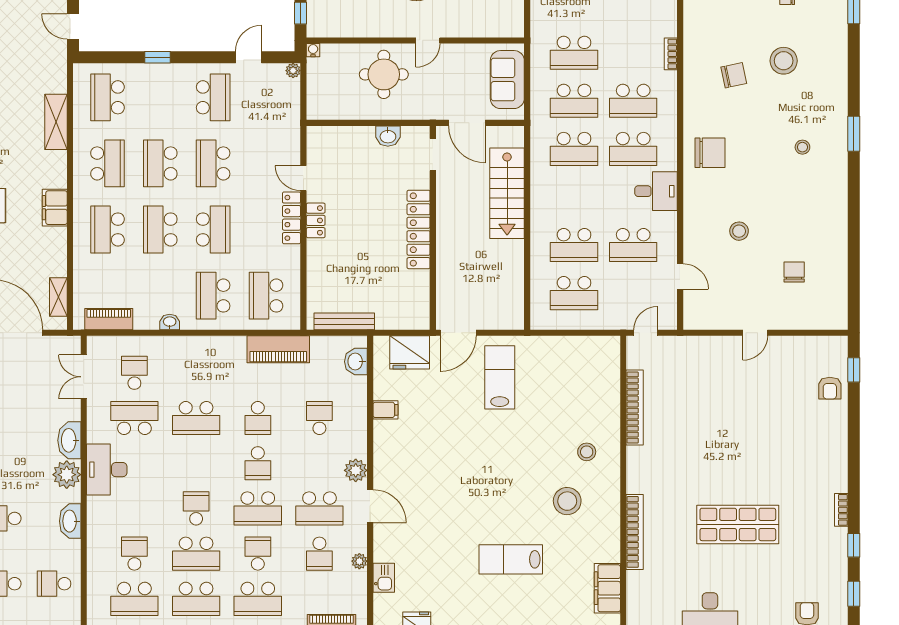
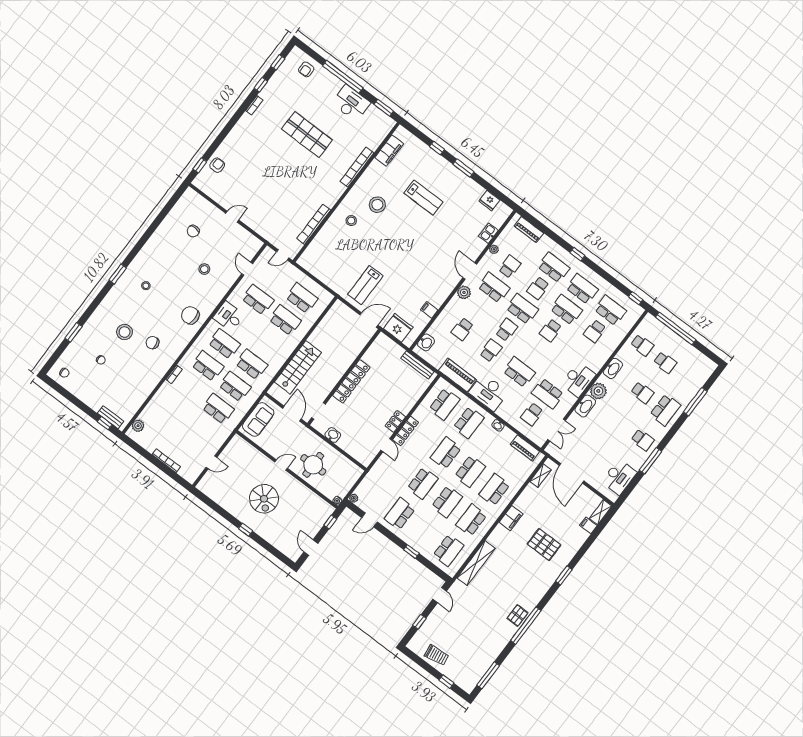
shelving: (56, 122) -> (476, 563), width x1.47
school desk: (107, 229) -> (494, 490), turned 180
desk: (217, 358) -> (488, 392), added

